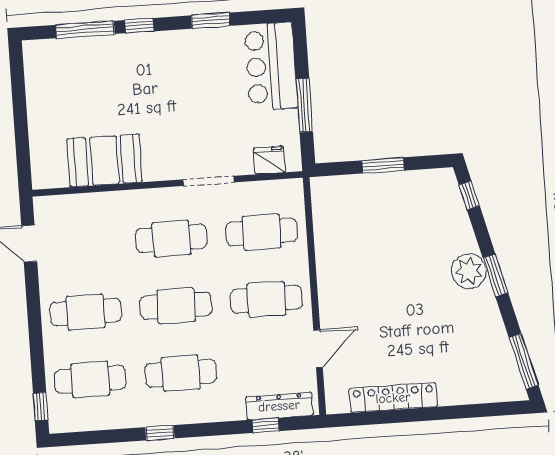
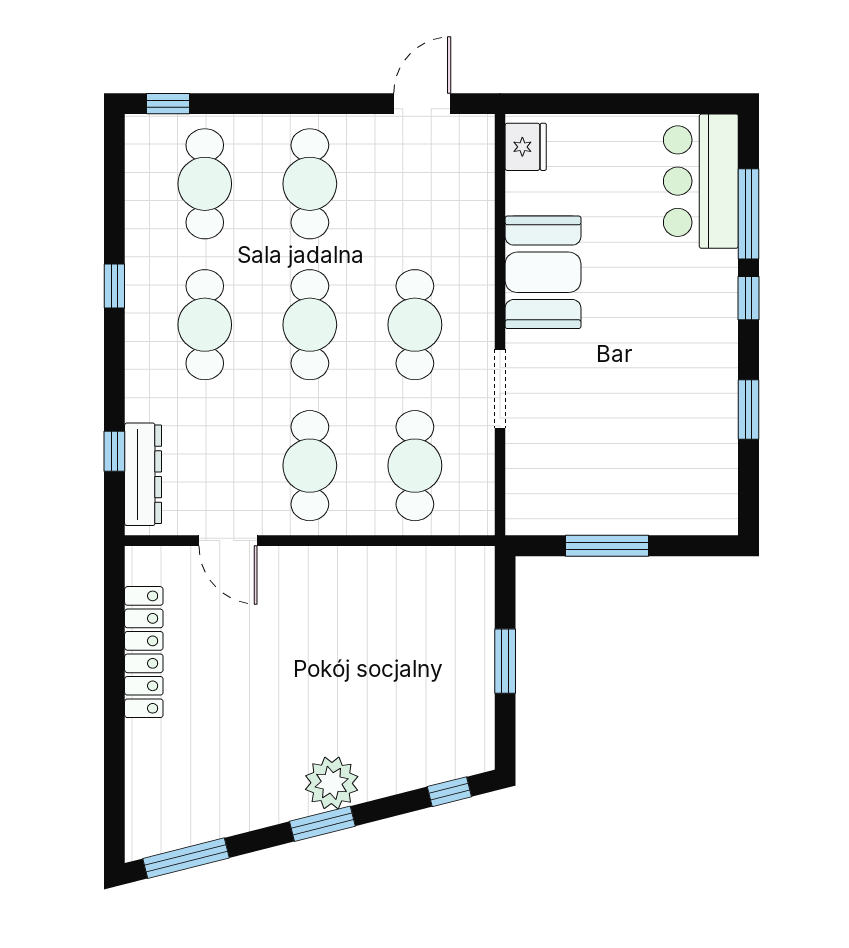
bar counter: (271, 66) -> (701, 181), moved, turned -90
booth: (105, 160) -> (543, 272), moved
fridge: (269, 160) -> (526, 147), moved

